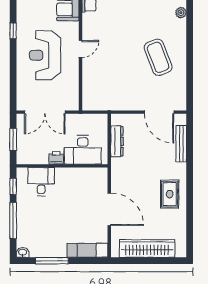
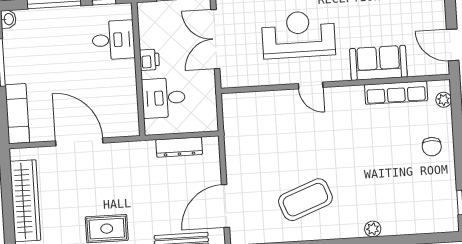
desk: (83, 150) -> (164, 98), width x0.73
door: (109, 209) -> (79, 142), swing flipped

